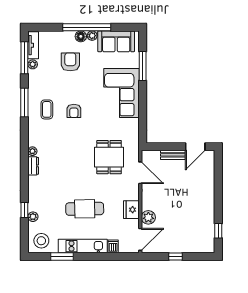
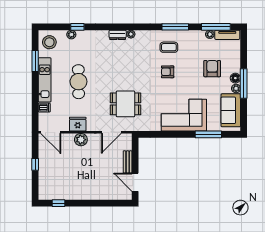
window: (87, 27) -> (244, 84), width x0.68
armchair: (70, 62) -> (212, 69), turned -90
plant: (148, 217) -> (81, 140), moved

